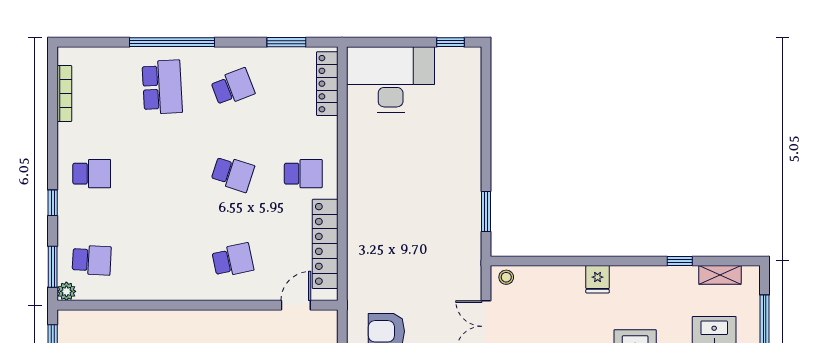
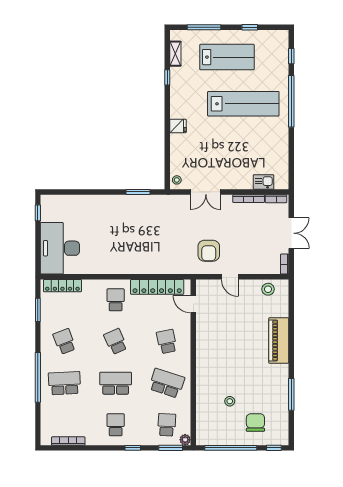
school desk: (162, 174) -> (116, 383), added
school desk: (233, 174) -> (116, 342), turned -42
school desk: (162, 260) -> (167, 383), added

